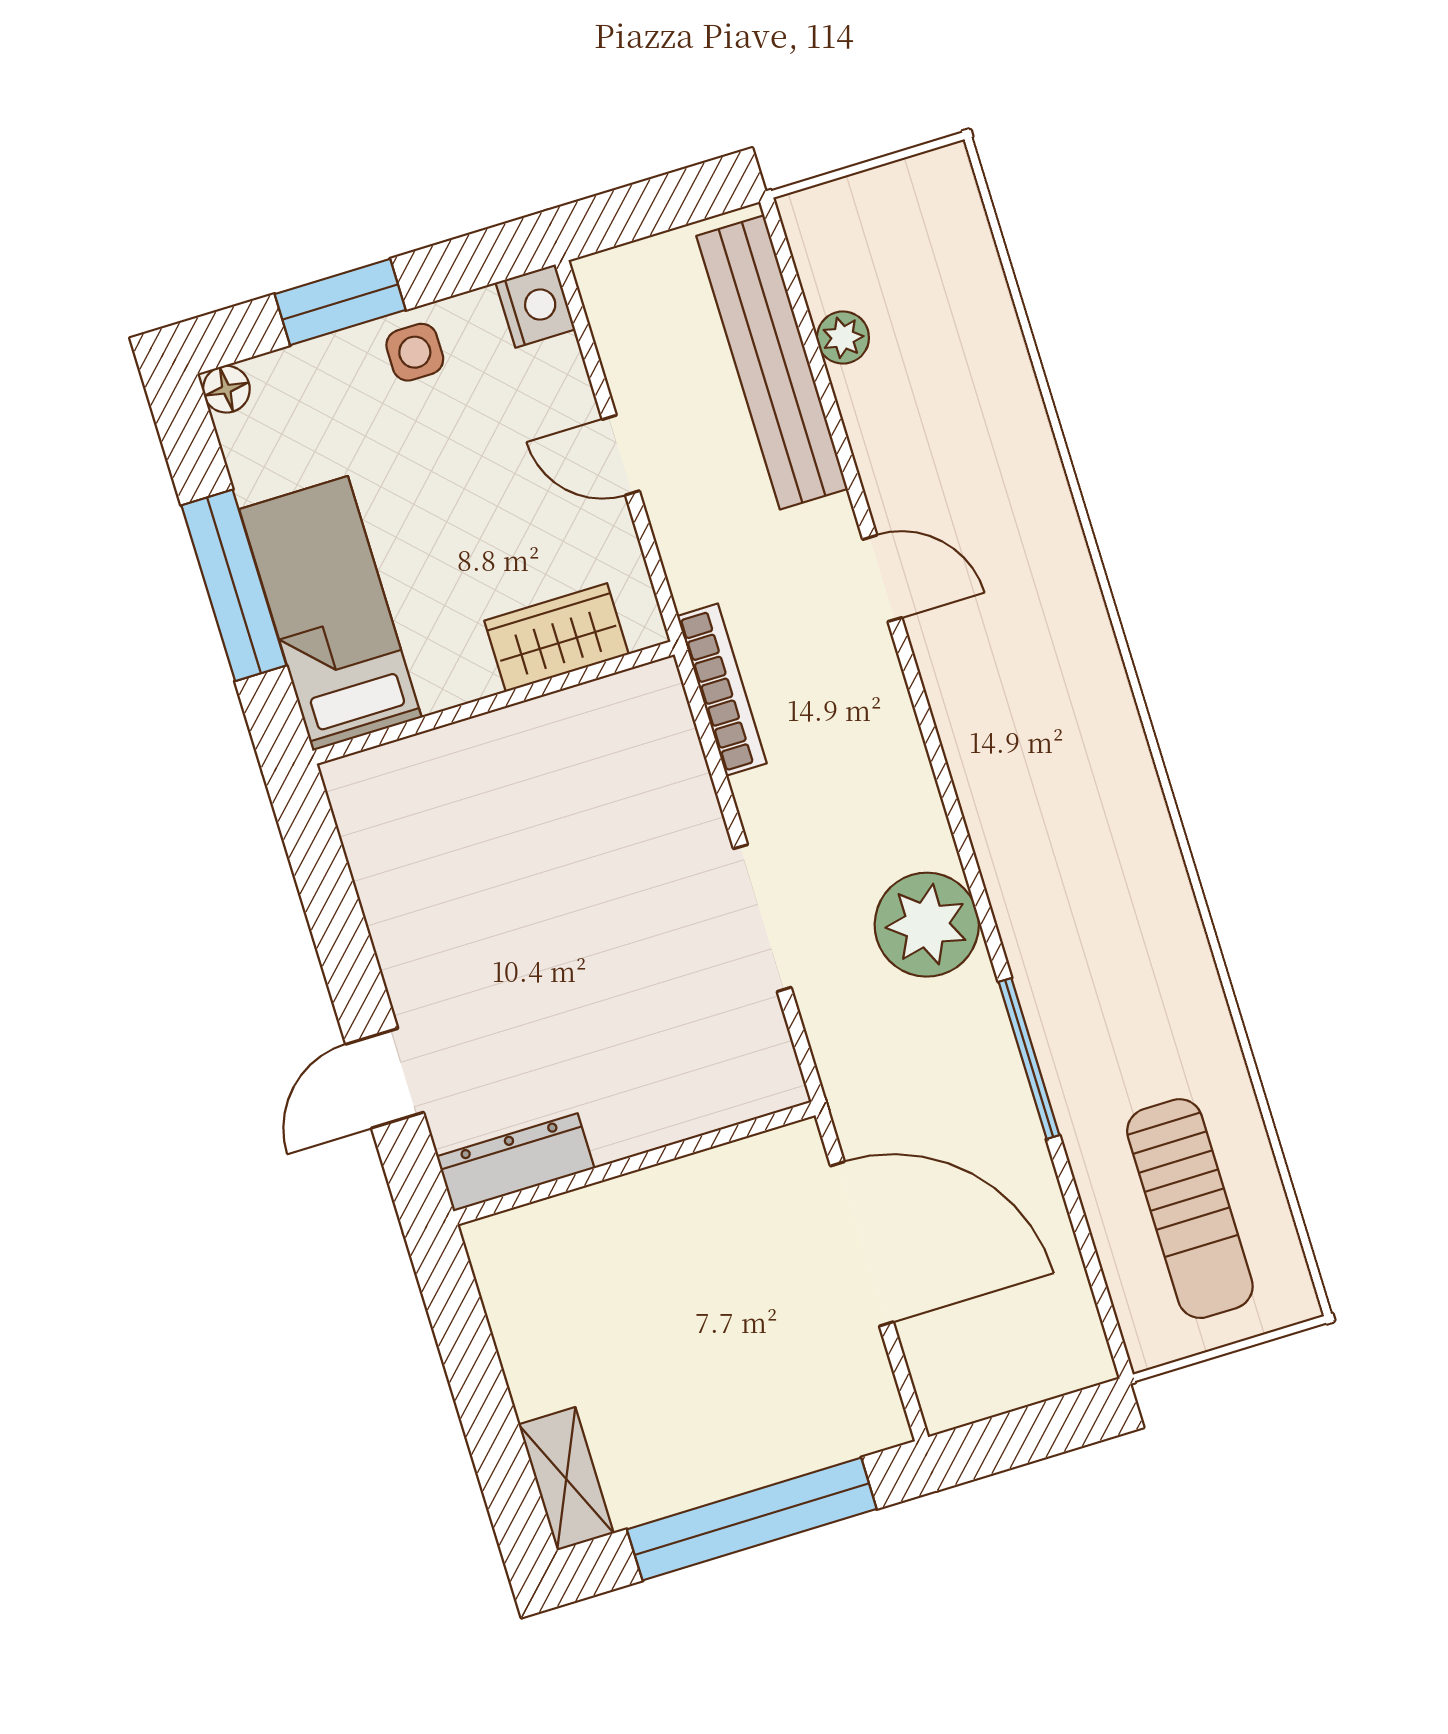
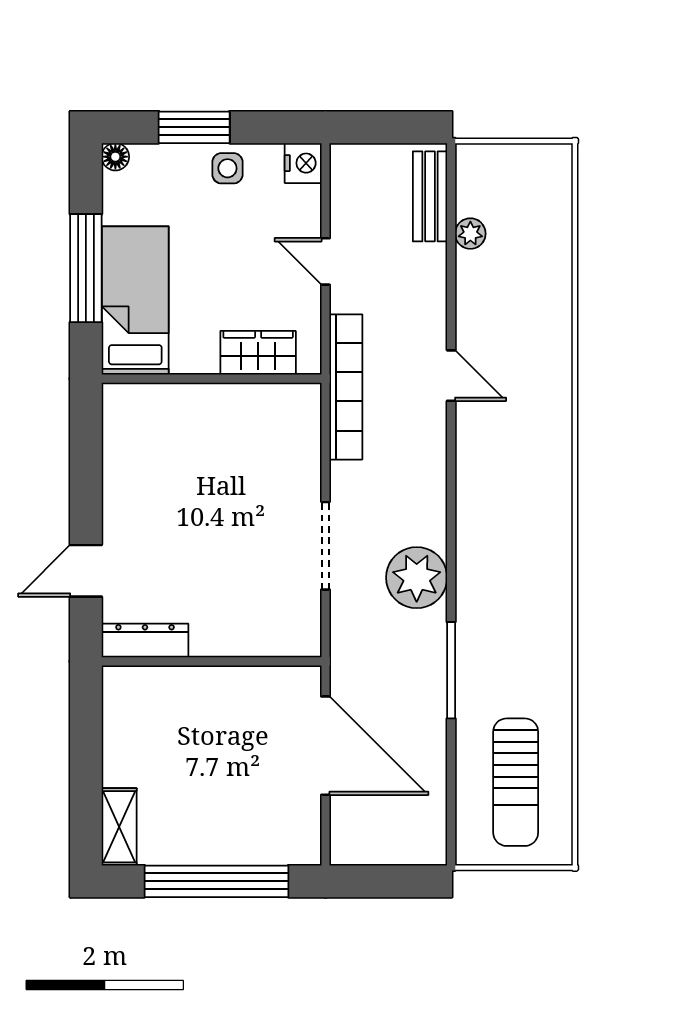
bench: (772, 362) -> (430, 196), width x0.54, depth x0.82
bookcase: (722, 690) -> (346, 387), width x1.48, depth x1.31

